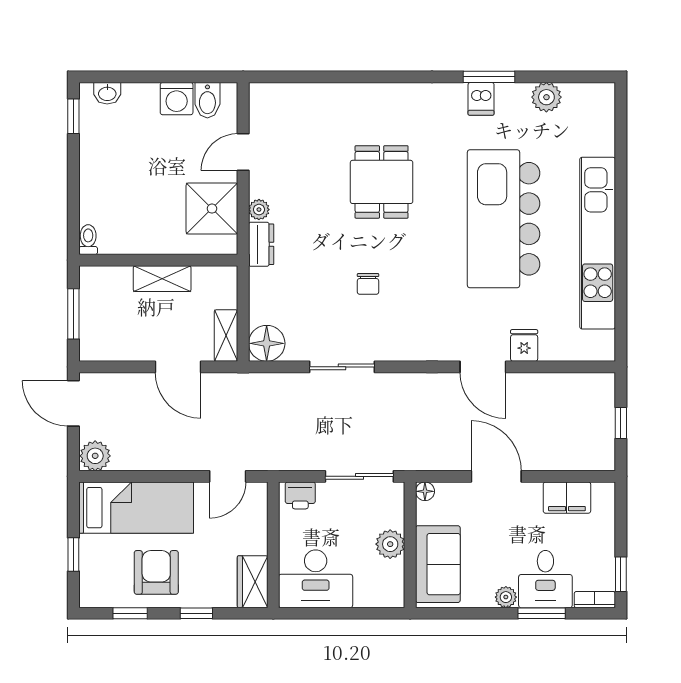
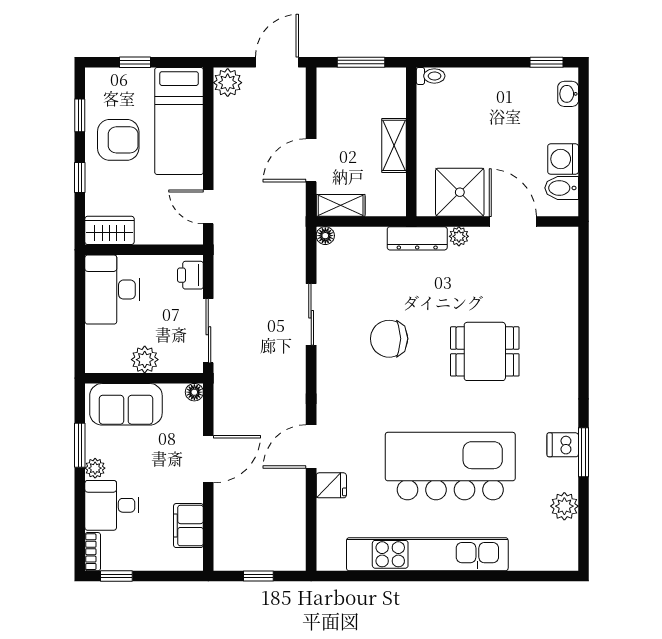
door: (243, 152) -> (513, 221), width x1.38
dresser: (261, 244) -> (417, 238), width x1.44
chair: (368, 284) -> (389, 339), width x1.87, depth x1.87
floor lamp: (267, 343) -> (325, 236), width x0.53, depth x0.53
window: (542, 613) -> (80, 445), moved

